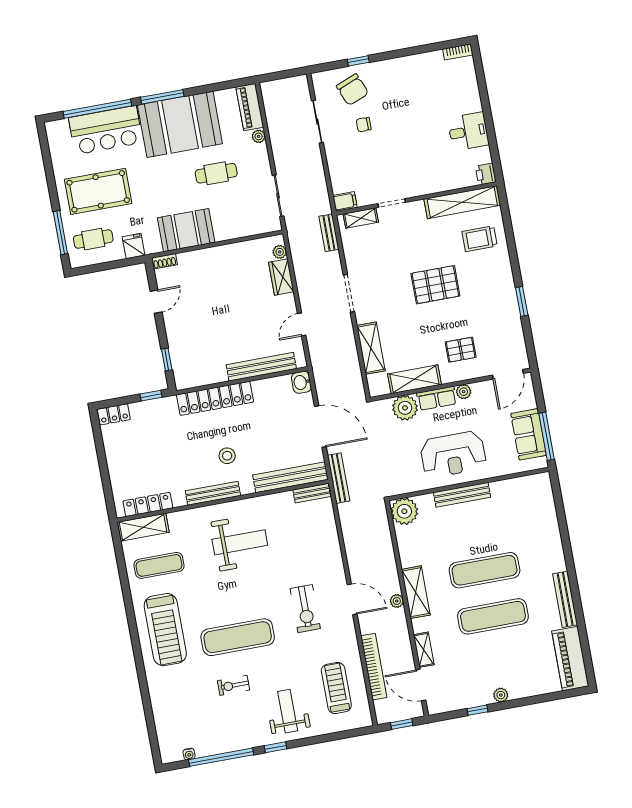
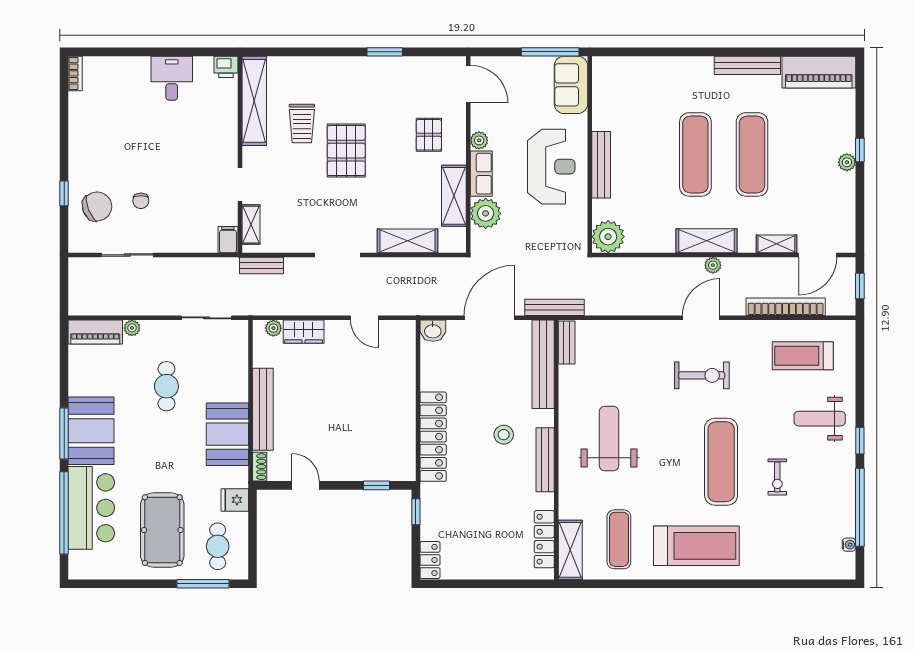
booth: (180, 124) -> (91, 431), width x0.73, depth x0.70
trolley: (479, 239) -> (302, 123), moved
bench: (261, 367) -> (263, 409), moved
sofa: (529, 434) -> (571, 85), moved, turned 90
window: (477, 710) -> (860, 150), moved

